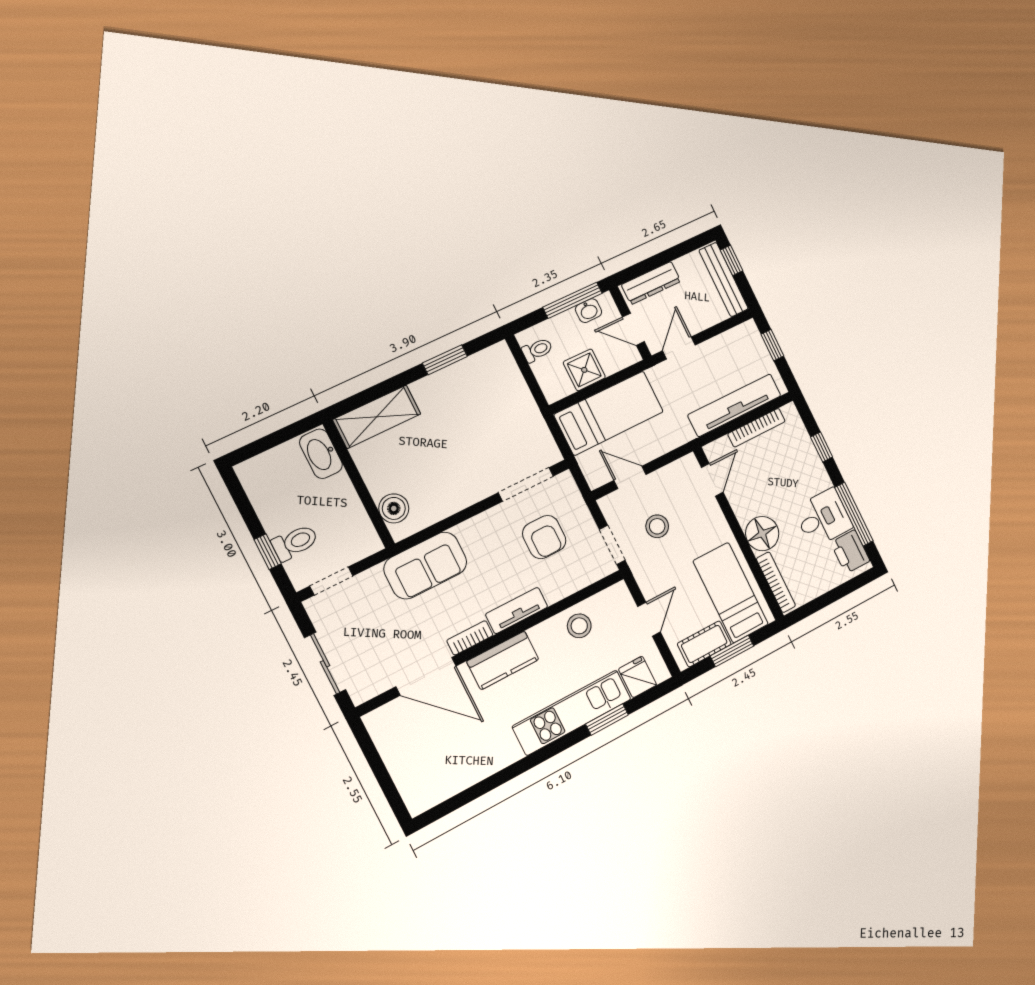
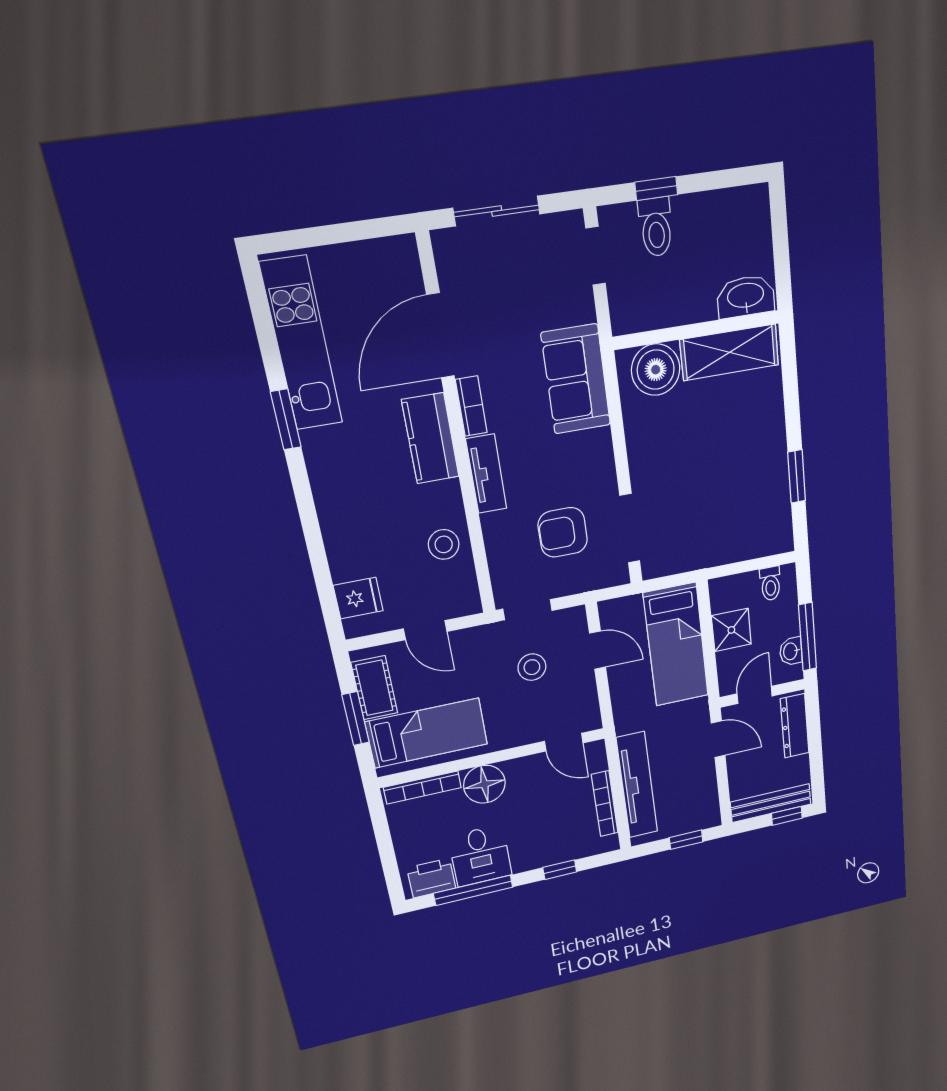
shelving: (377, 417) -> (730, 352), moved, turned 90
door: (630, 477) -> (598, 650), hinge flipped
boiler: (394, 508) -> (656, 370), width x1.37, depth x1.37
kitchen unit: (572, 713) -> (302, 344), moved
window: (607, 719) -> (286, 419), moved

